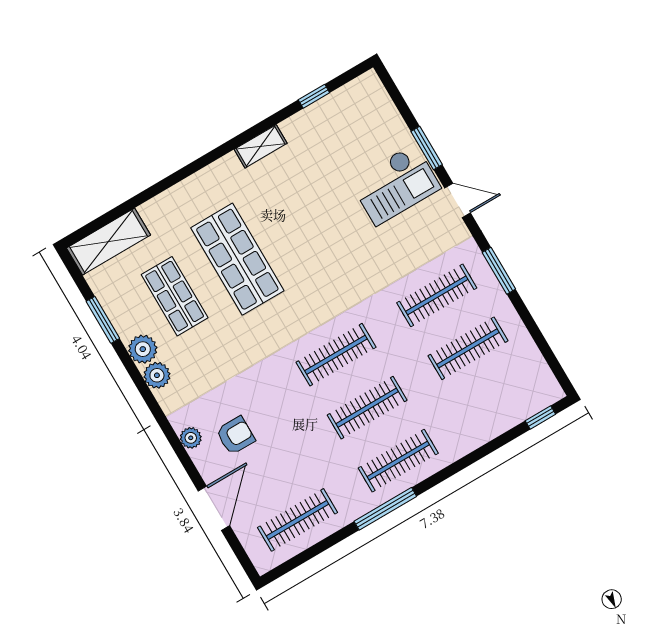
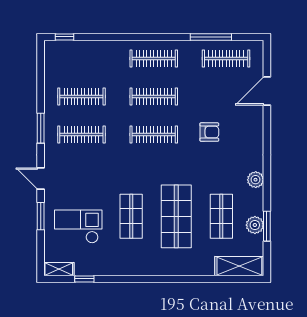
shelving: (261, 146) -> (59, 269), moved
checkout: (395, 185) -> (78, 227), moved
shop shelf: (300, 222) -> (131, 216), added
plant: (143, 349) -> (255, 225), moved
armchair: (235, 435) -> (209, 132), moved, turned 180
plant: (191, 438) -> (257, 136), removed
window: (385, 509) -> (211, 37), moved

